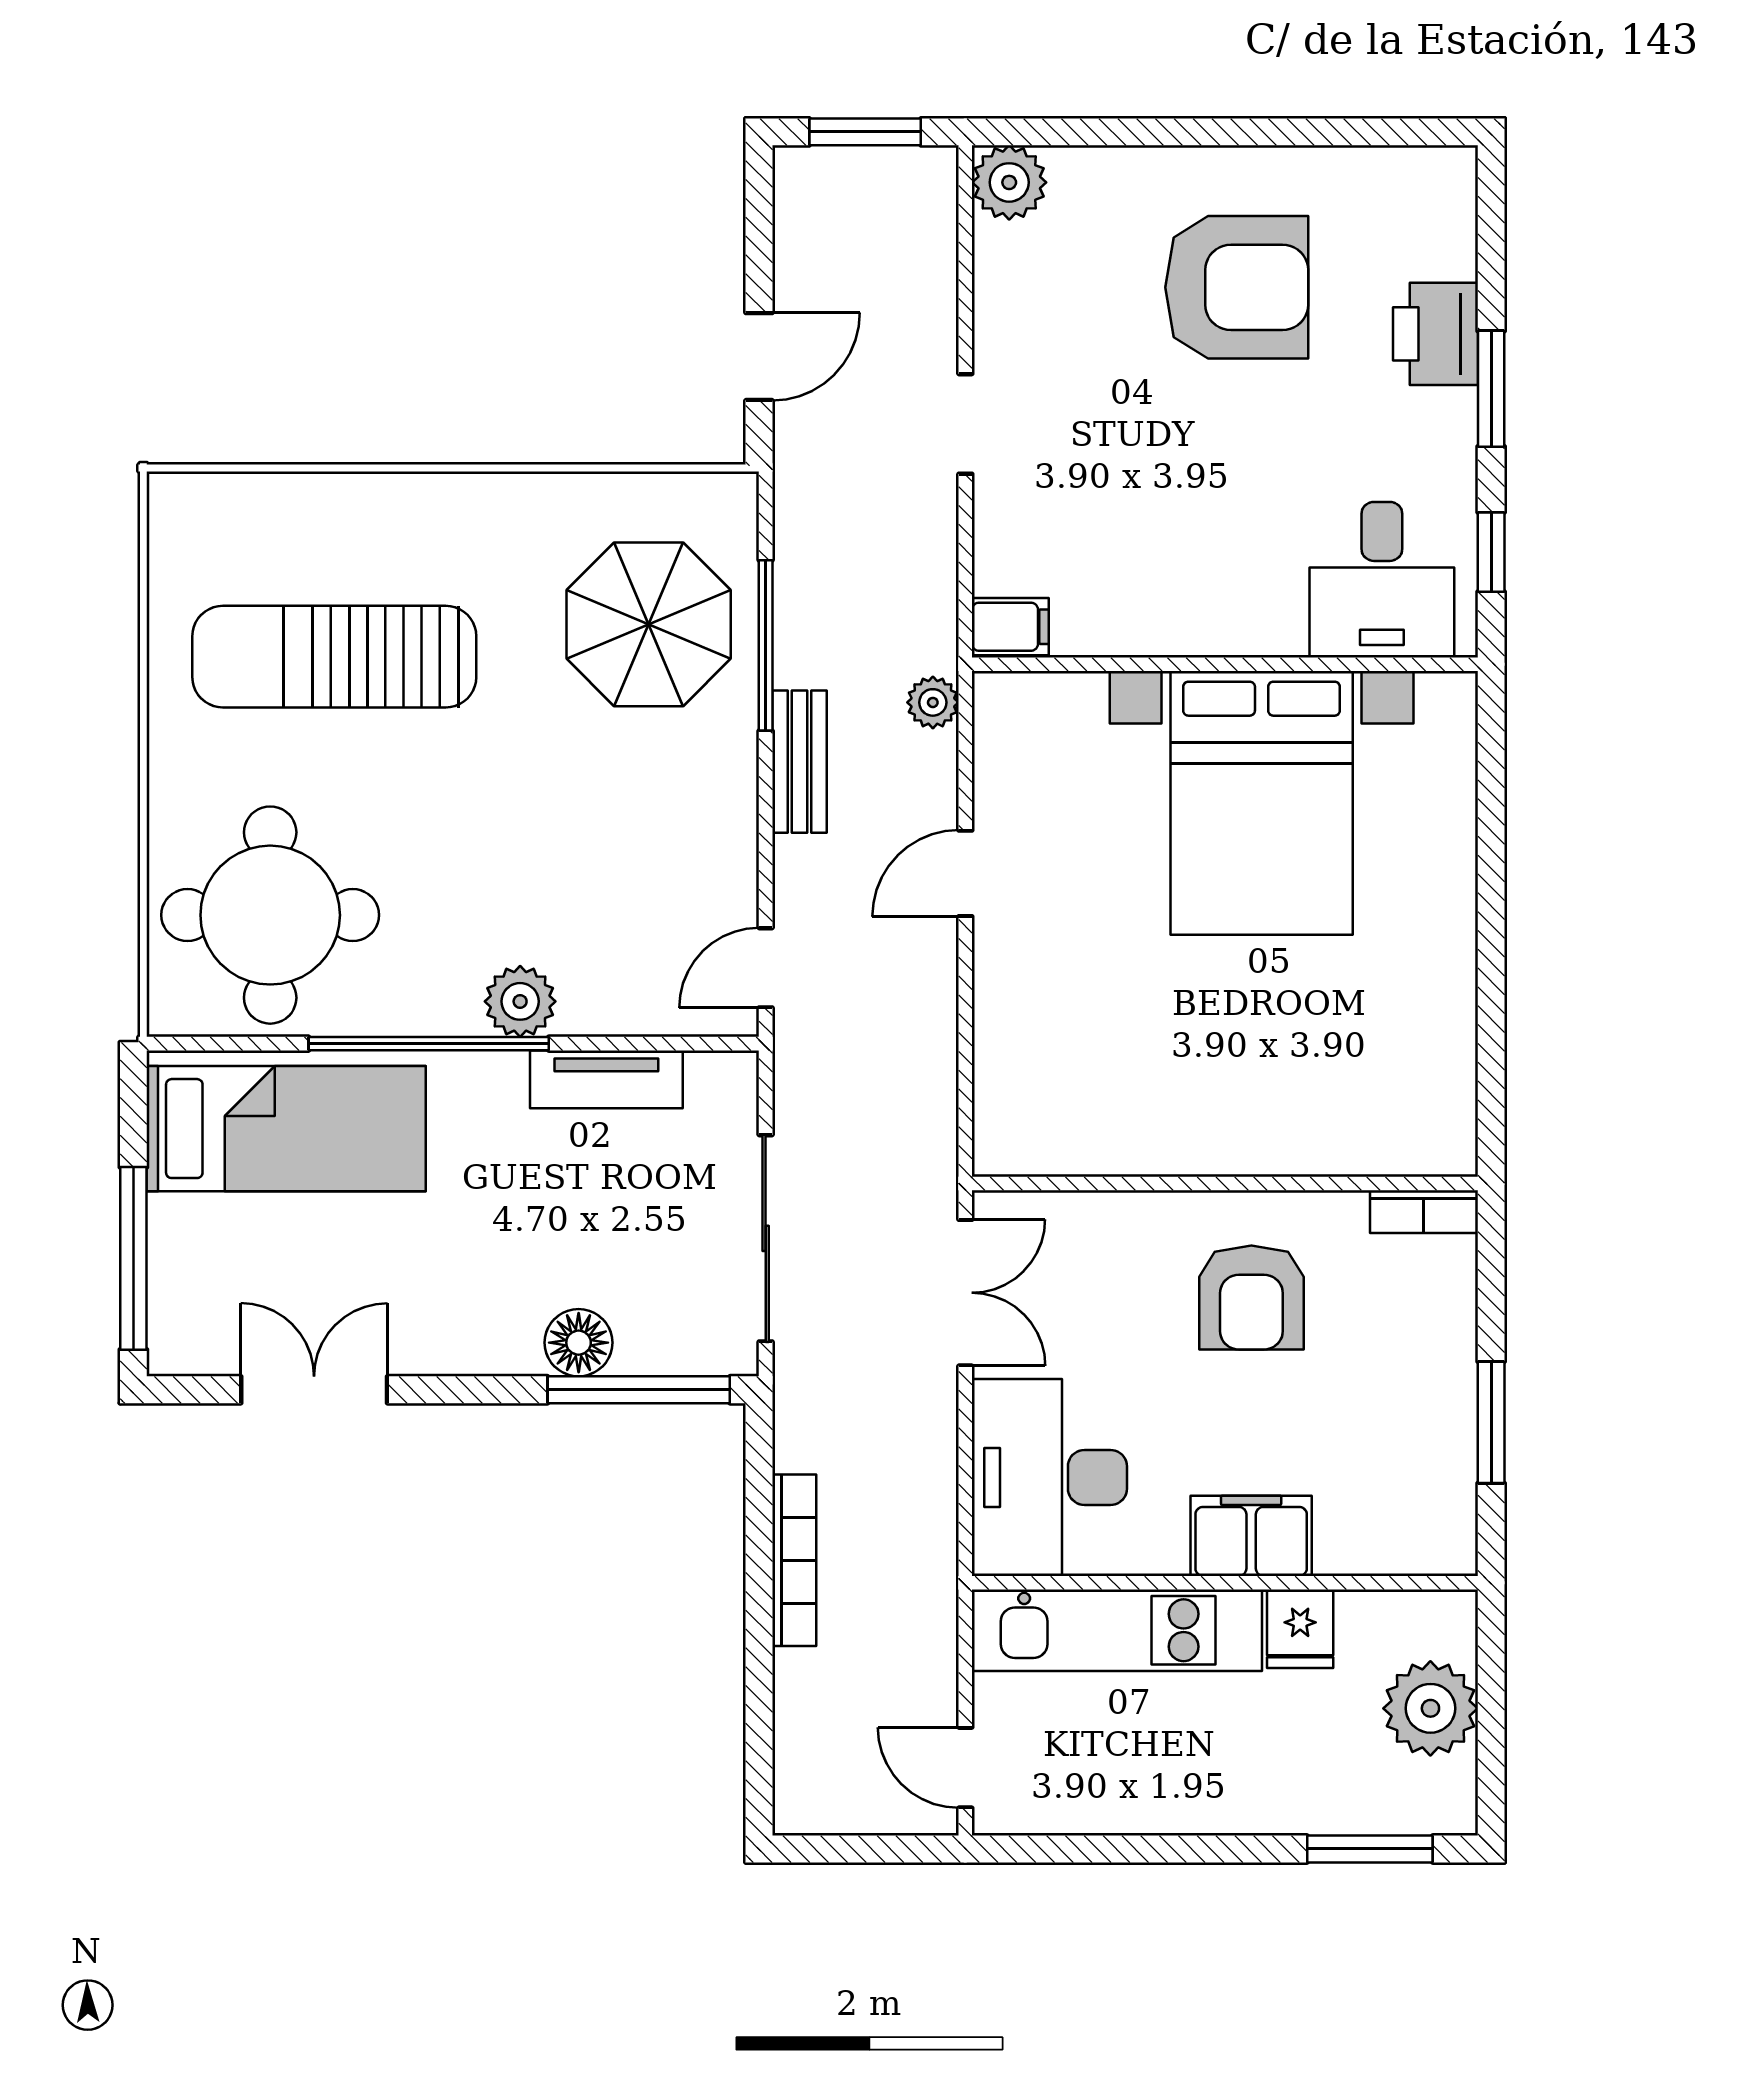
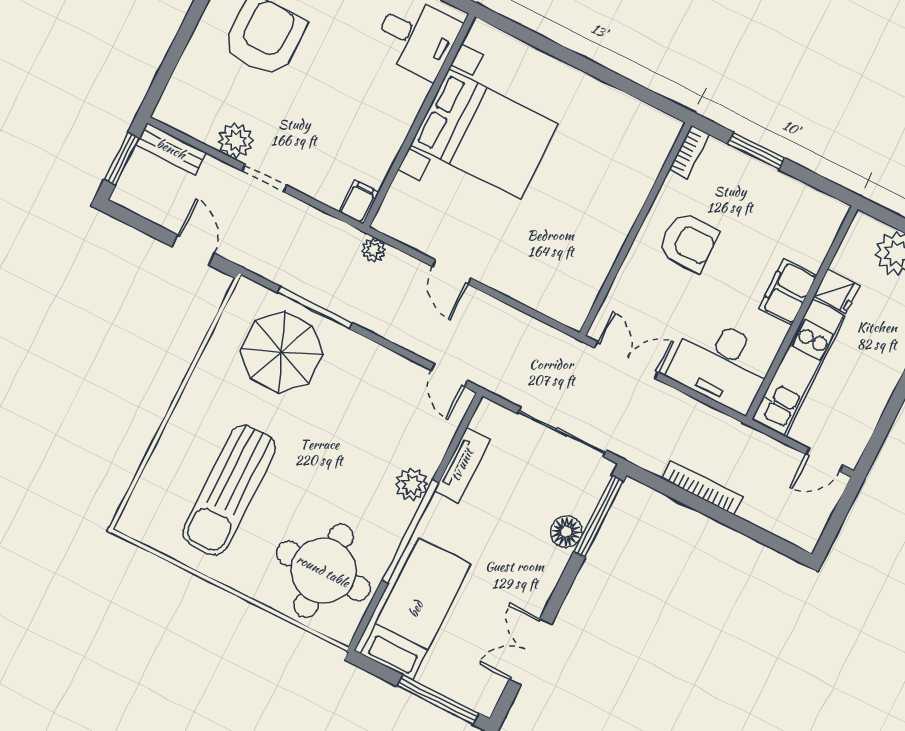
plant: (1009, 182) -> (236, 141), moved
bench: (799, 762) -> (171, 149), moved
window: (1491, 1422) -> (756, 151), moved

